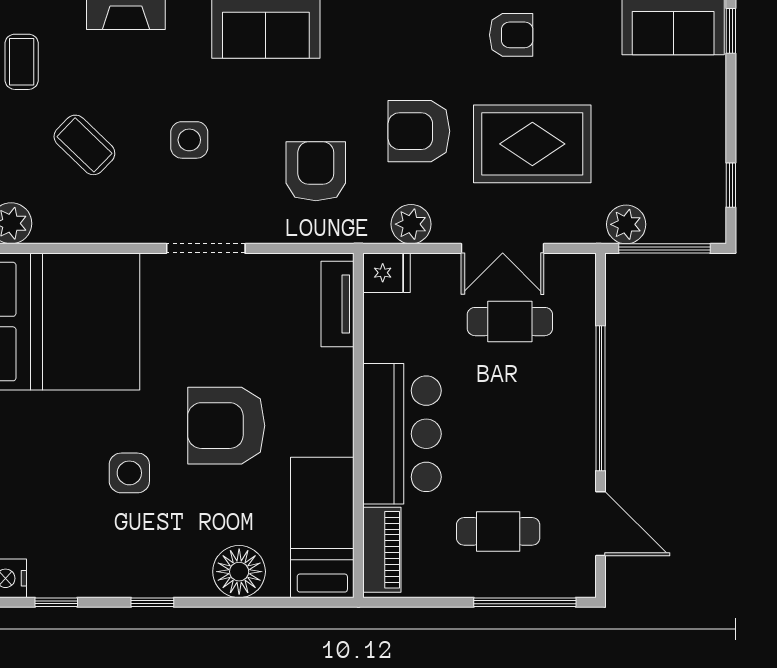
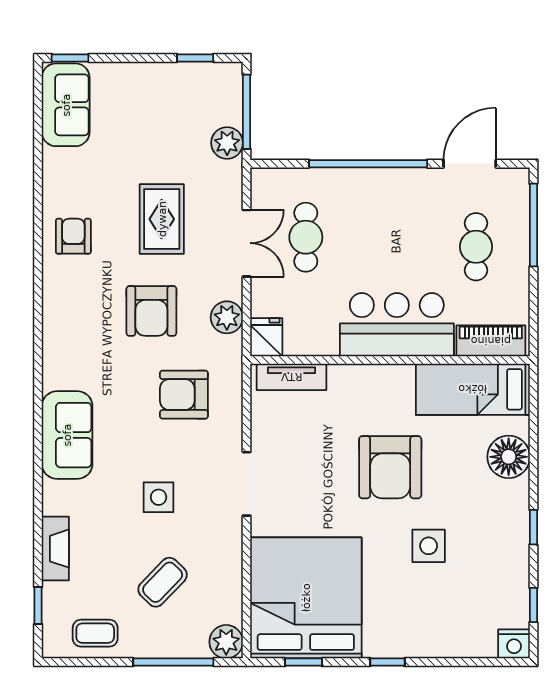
rug: (532, 144) -> (162, 219), width x0.73, depth x0.70

